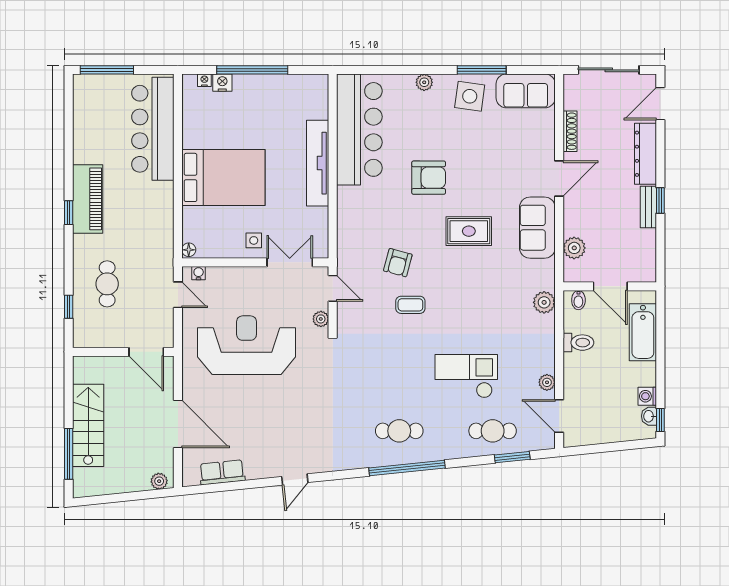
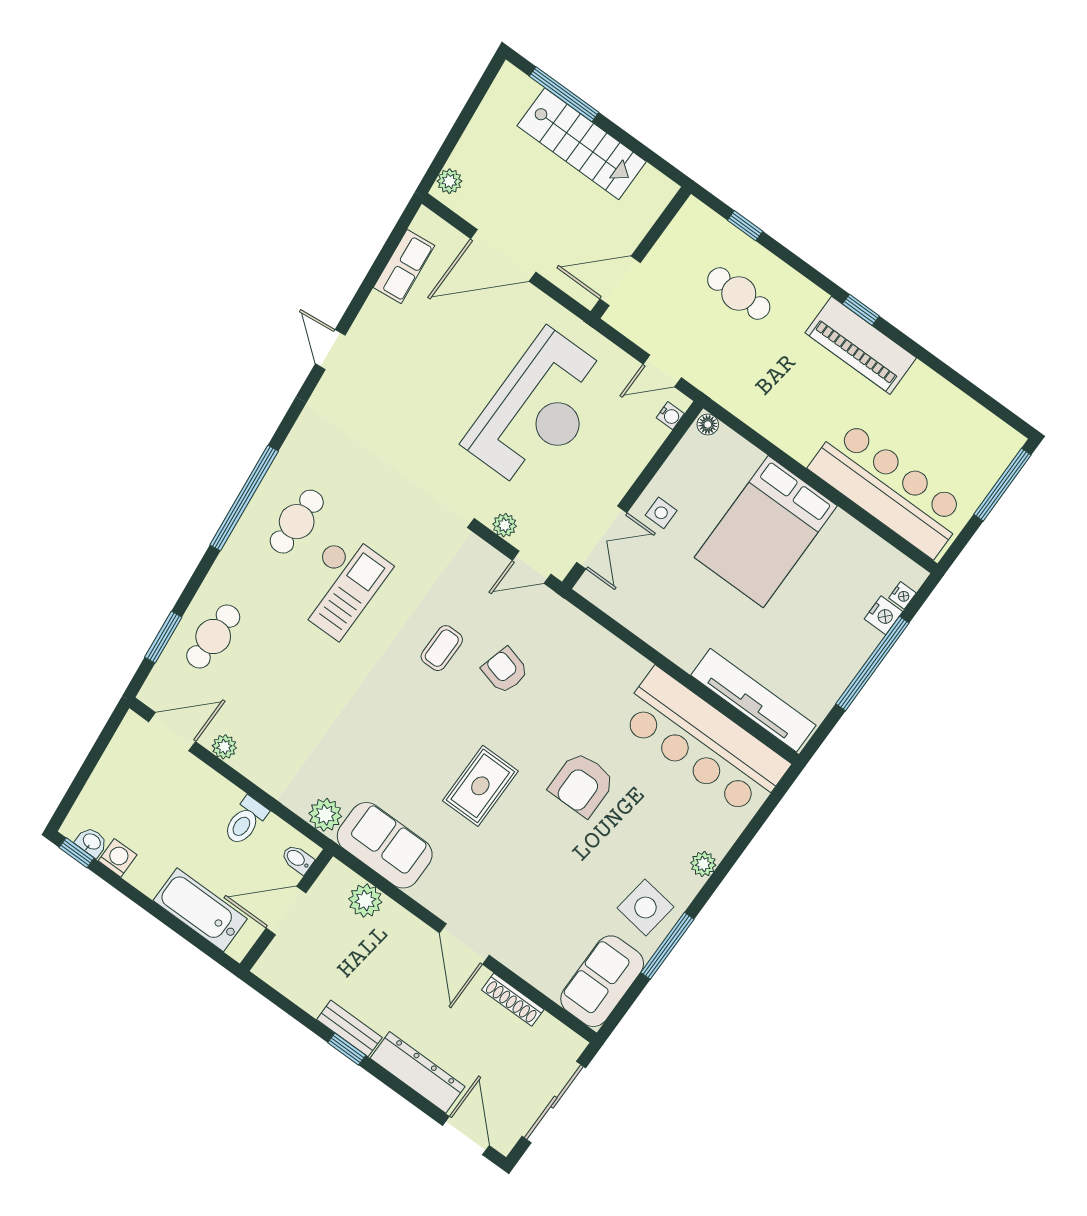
tv unit: (318, 163) -> (753, 700), moved
sofa: (537, 228) -> (385, 845), moved
checkout: (466, 376) -> (340, 585), moved

